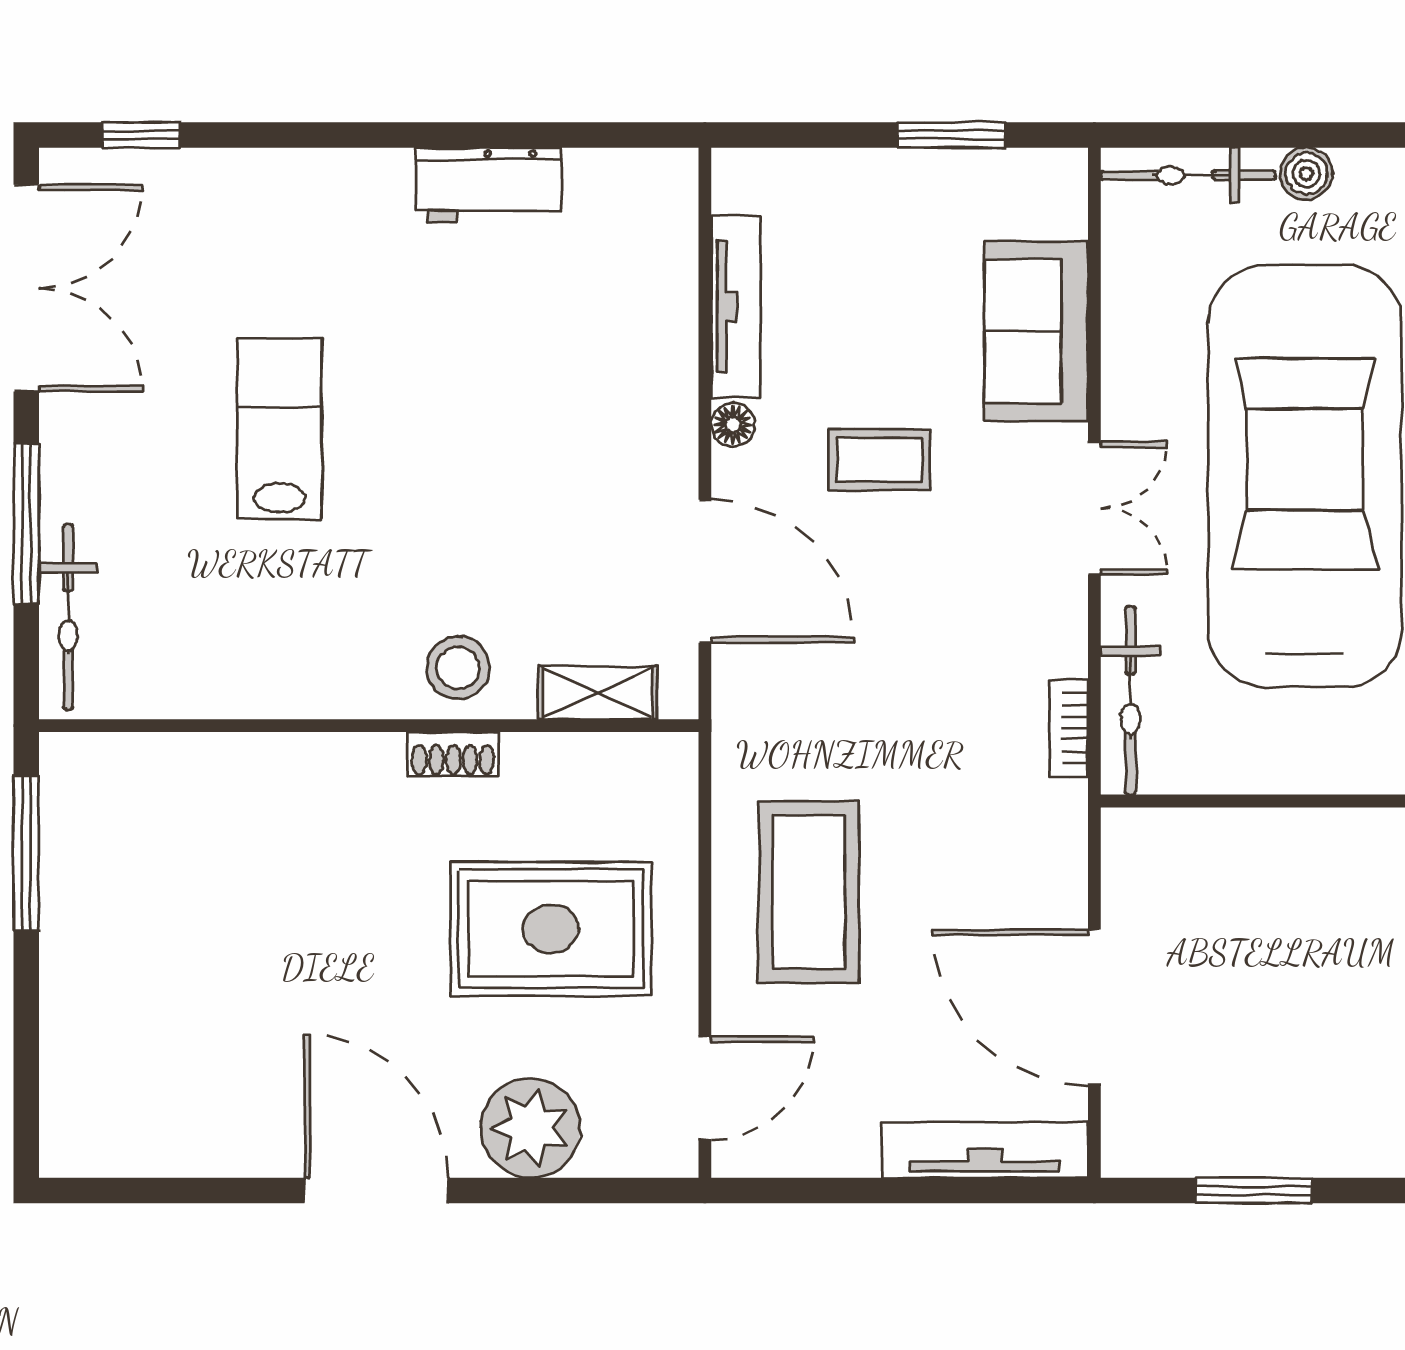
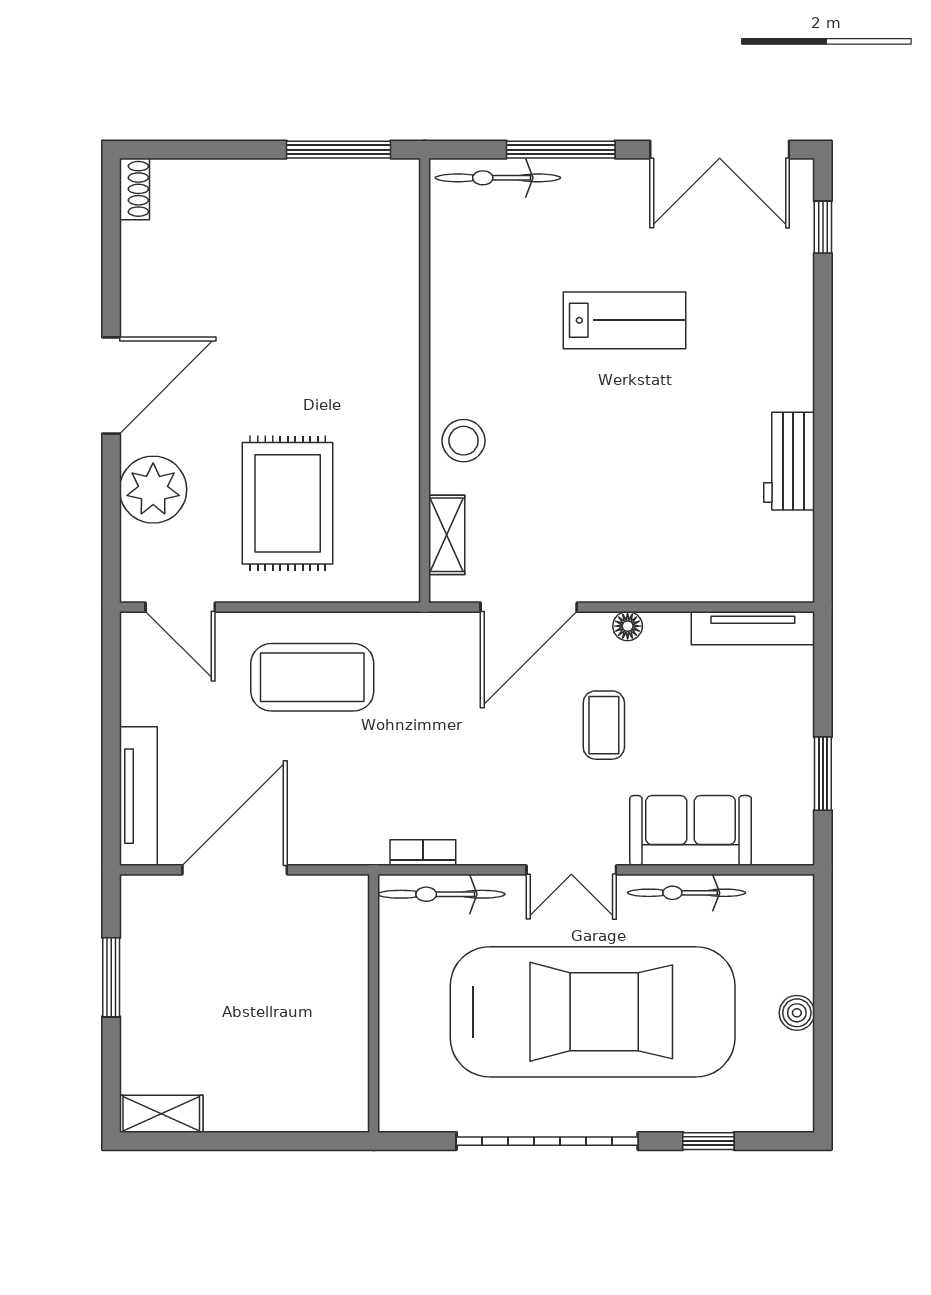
bicycle: (1188, 175) -> (687, 893), moved, turned -90
tv unit: (736, 307) -> (753, 628), moved
shoe rack: (453, 754) -> (134, 189), moved, turned 180

